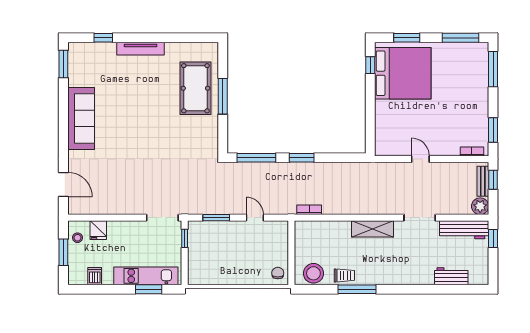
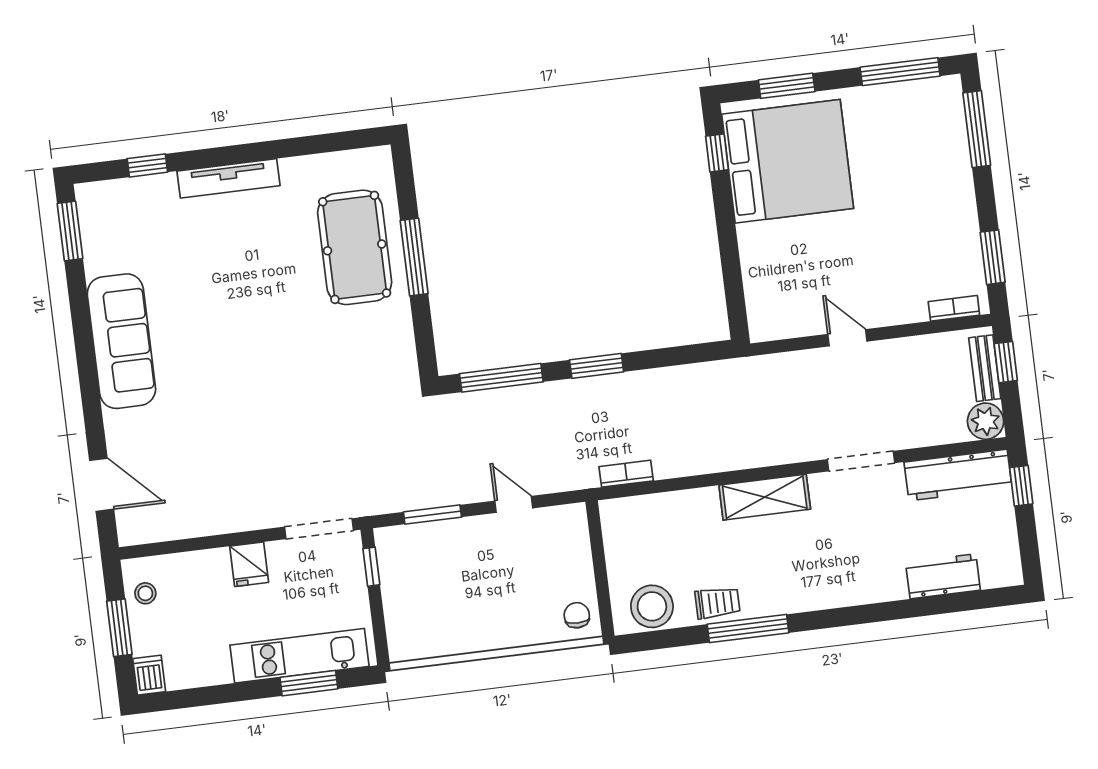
fridge: (98, 230) -> (249, 564), moved
dishwasher: (95, 276) -> (149, 675), moved

